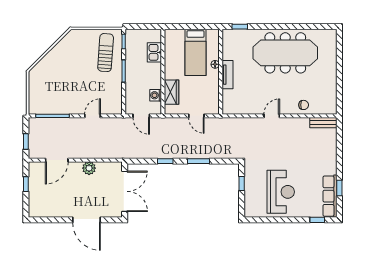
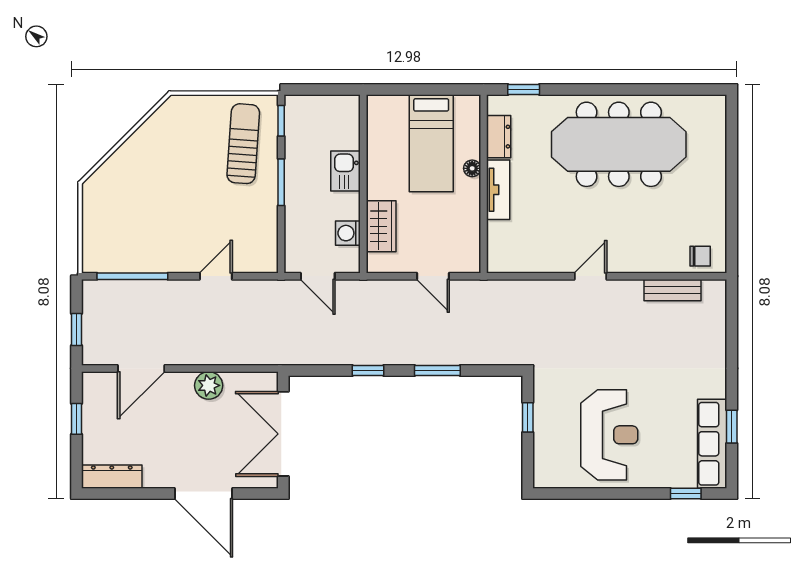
dresser: (228, 49) -> (499, 137), added
kitchen sink: (154, 52) -> (345, 171), moved
chair: (304, 105) -> (700, 256), moved
bench: (323, 123) -> (672, 290), moved
double door: (125, 191) -> (283, 434), swing flipped
dresser: (43, 212) -> (112, 477), added

